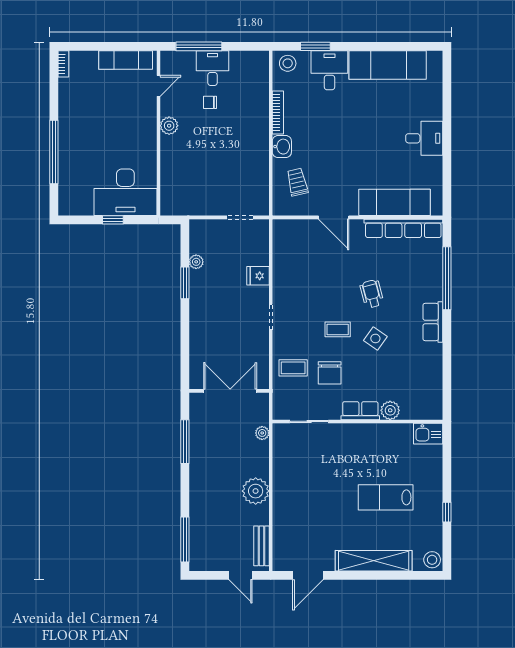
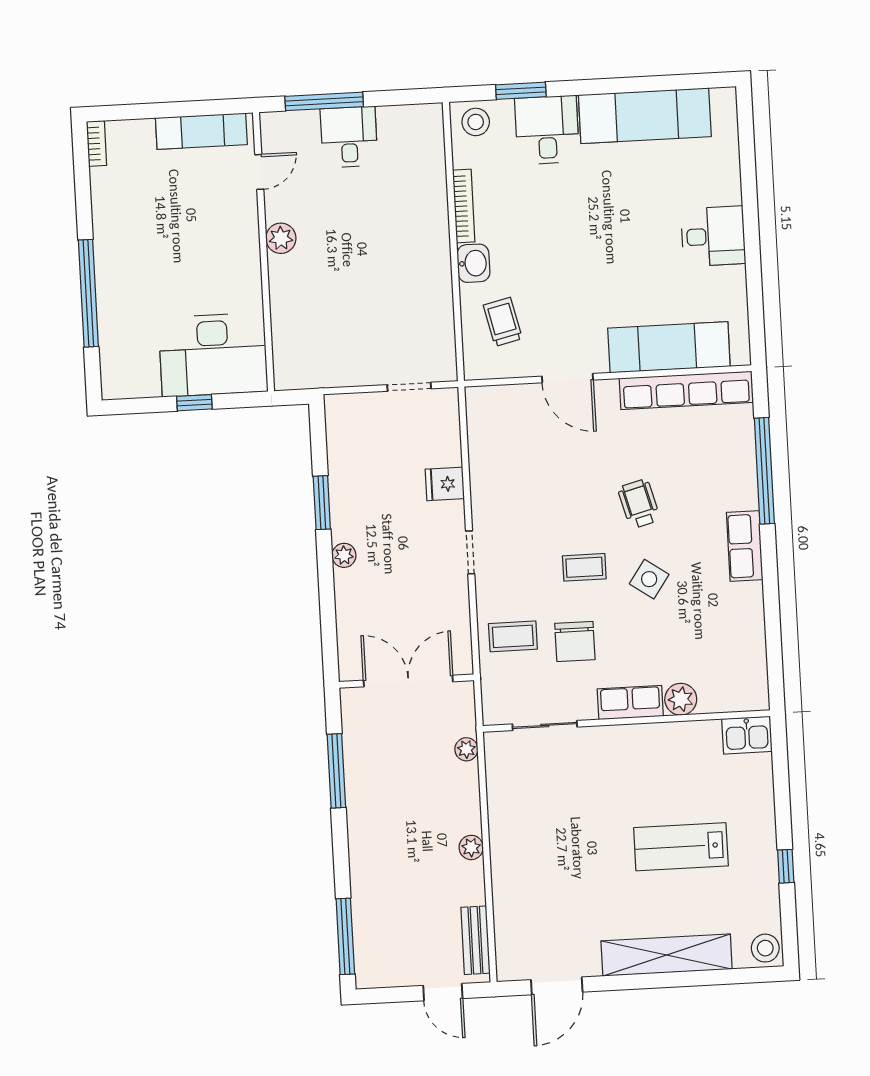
chair: (210, 102) -> (348, 195), removed
plant: (196, 262) -> (344, 555), moved
plant: (256, 491) -> (471, 847), width x0.53, depth x0.53

